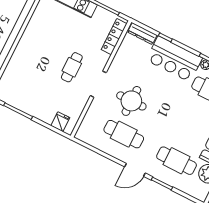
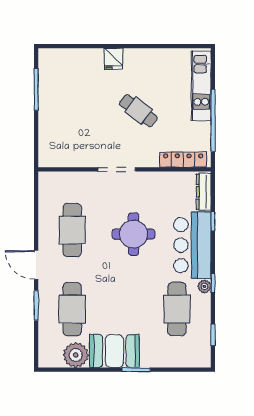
cafe table: (72, 67) -> (138, 111), moved, turned 37
round table: (131, 101) -> (134, 234), moved
fridge: (60, 122) -> (114, 59), moved, turned 90

